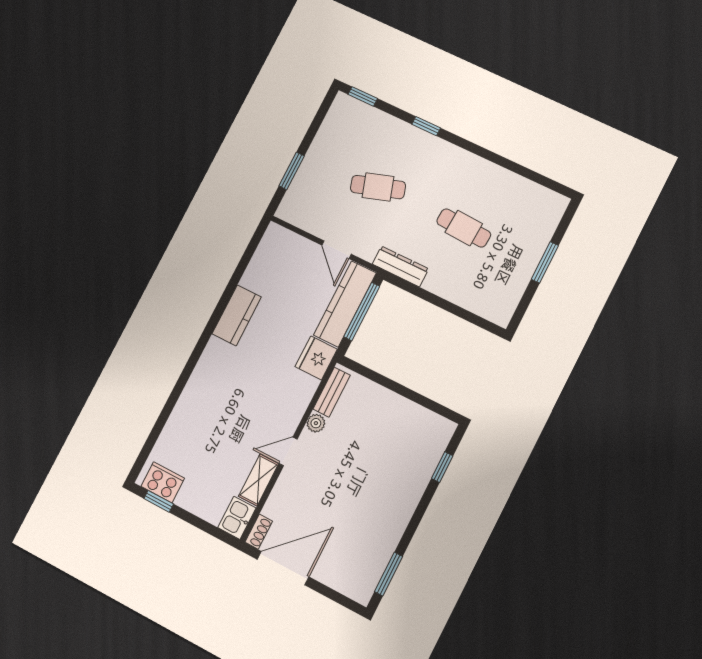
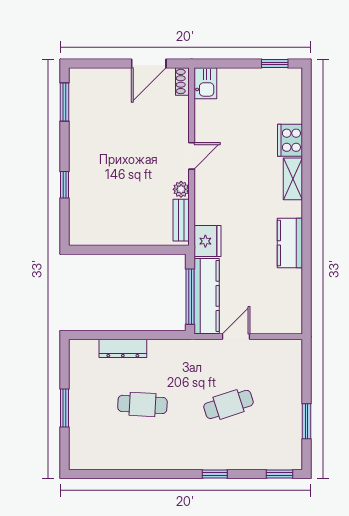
window: (292, 171) -> (306, 421), moved
door: (337, 250) -> (236, 337), hinge flipped
dresser: (400, 266) -> (123, 348), moved
window: (442, 467) -> (65, 185), moved
shelving: (259, 480) -> (293, 179), moved
cooker: (163, 482) -> (290, 140), moved, turned 90
door: (283, 568) -> (149, 63), width x0.73

